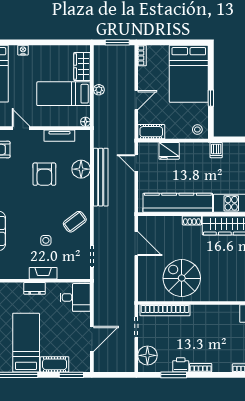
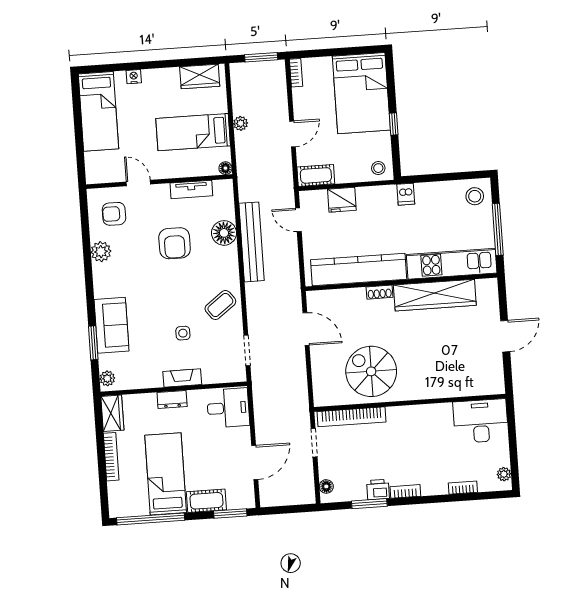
wardrobe: (82, 67) -> (200, 76), moved, turned -90
floor lamp: (147, 355) -> (326, 486), width x0.53, depth x0.53

